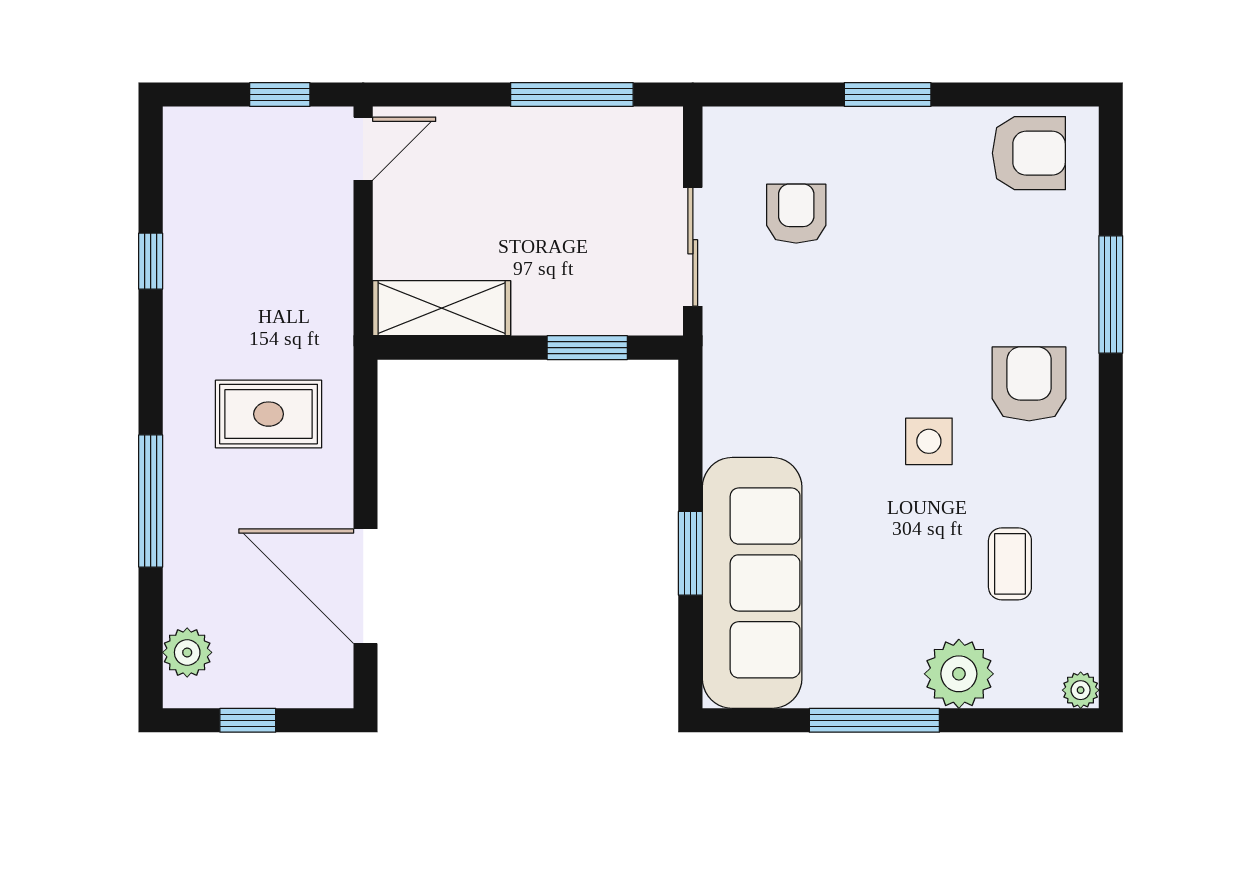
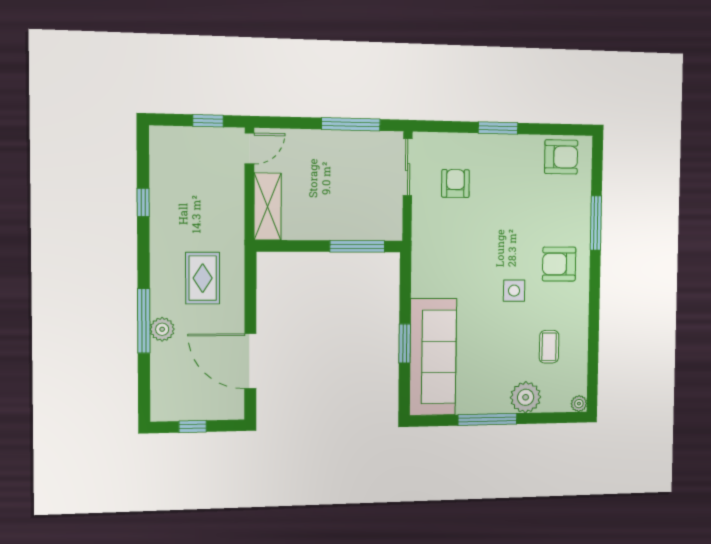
sliding door: (693, 247) -> (408, 167), moved
shelving: (442, 308) -> (268, 207), moved, turned 90
window: (587, 348) -> (357, 246), width x1.44
armchair: (1029, 384) -> (559, 264), turned -90
rug: (269, 414) -> (203, 278), turned 90
plant: (187, 652) -> (162, 329), moved

